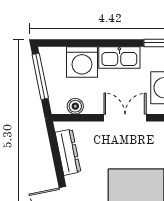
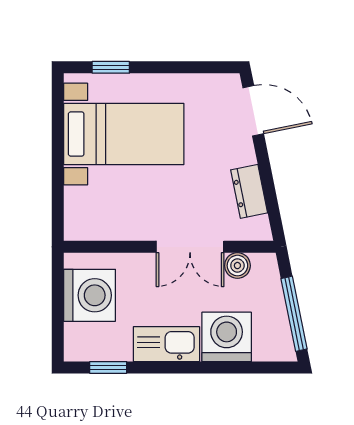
double door: (125, 118) -> (190, 247), moved
dresser: (68, 152) -> (249, 191), width x0.70

